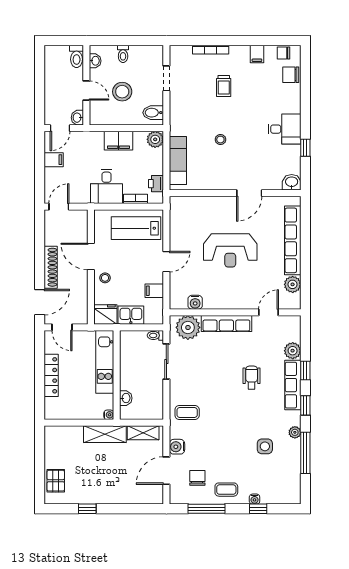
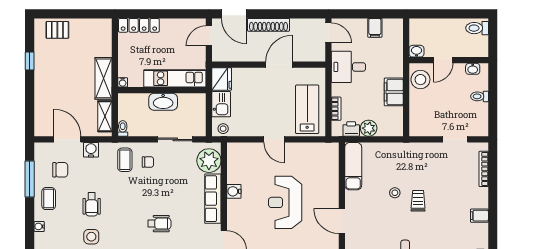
bookcase: (211, 50) -> (484, 169), moved
filing cabinet: (257, 54) -> (479, 216), moved
toilet: (77, 56) -> (477, 28), moved
trolley: (224, 86) -> (418, 201), moved, turned 90
stool: (122, 92) -> (420, 80), moved
bidet: (153, 113) -> (421, 126), removed
door: (60, 128) -> (406, 34), removed
plant: (155, 139) -> (369, 128), moved
exam couch: (178, 160) -> (353, 166), moved, turned -90
desk: (106, 186) -> (348, 67), moved
stool: (105, 278) -> (223, 129), moved
filing cabinet: (154, 291) -> (245, 127), removed
water cooler: (195, 302) -> (234, 191), moved
toilet: (155, 335) -> (123, 128), moved
locker: (51, 375) -> (139, 25), moved
chair: (189, 389) -> (148, 162), added
washbasin: (126, 398) -> (163, 102), moved, width x1.91, depth x1.45
wheelchair: (232, 446) -> (92, 204), added
window: (258, 509) -> (30, 230), removed

